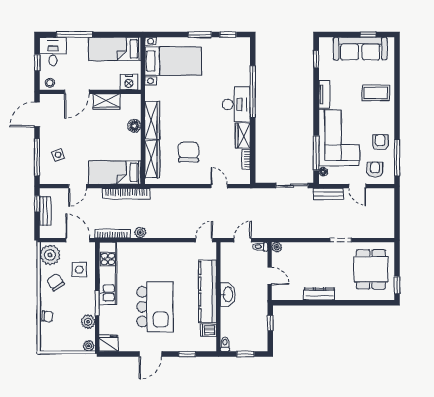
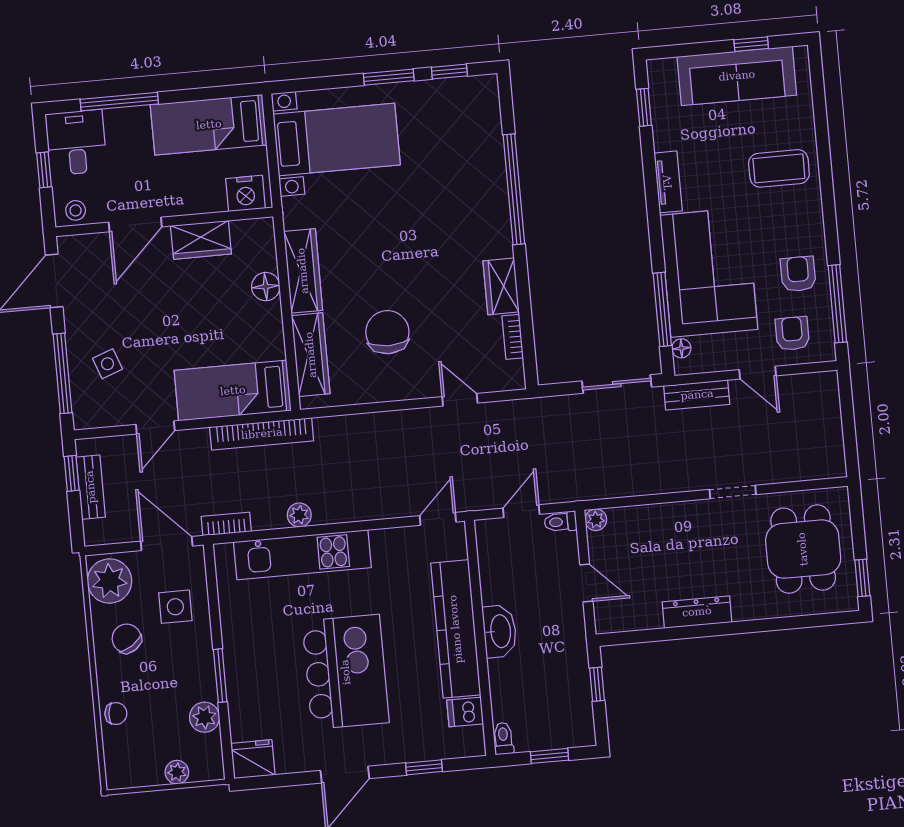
desk: (236, 104) -> (481, 220), removed
bookcase: (112, 234) -> (226, 524), width x0.64
kitchen unit: (108, 273) -> (302, 555), moved, turned 90
plant: (89, 346) -> (177, 772), moved

